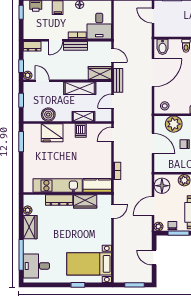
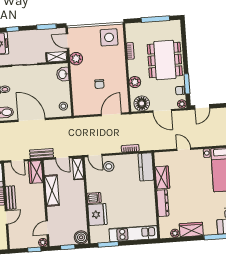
door: (56, 40) -> (7, 217), hinge flipped
dresser: (32, 46) -> (14, 240), removed
door: (112, 55) -> (17, 161), swing flipped
boiler: (48, 115) -> (81, 237), moved
shelving: (83, 116) -> (78, 169), moved
plant: (174, 124) -> (81, 96), removed
dishwasher: (81, 131) -> (94, 198), moved
door: (153, 144) -> (111, 114), moved
stool: (100, 148) -> (109, 166), added
kitchen unit: (58, 186) -> (133, 234), moved, turned 90
door: (112, 212) -> (184, 149), moved
door: (154, 257) -> (202, 107), moved

